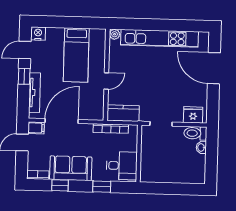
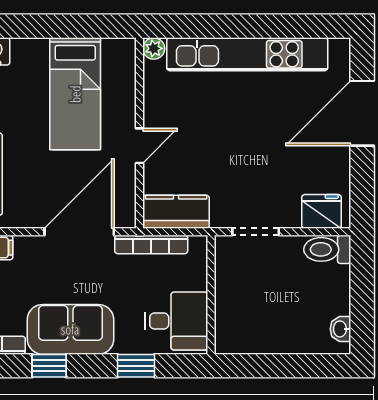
door: (214, 68) -> (362, 113), hinge flipped
door: (62, 121) -> (79, 232), moved
washbasin: (201, 147) -> (341, 329), moved

